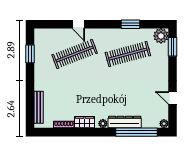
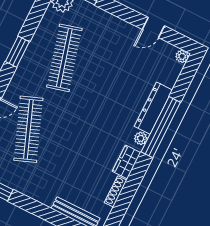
window: (130, 24) -> (17, 52), moved
window: (137, 132) -> (161, 127), moved

